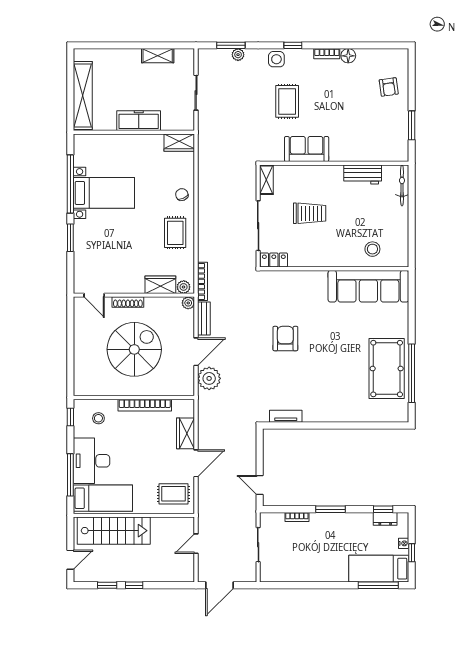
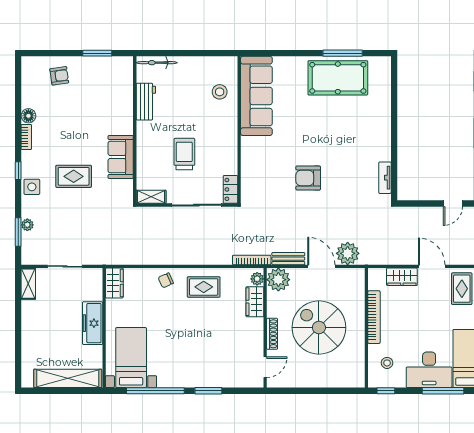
shelving: (158, 56) -> (28, 284), moved
bed with nightstands: (104, 193) -> (131, 358), moved
plant: (188, 303) -> (278, 280), width x1.87, depth x1.87
window: (412, 373) -> (343, 53), width x0.68

